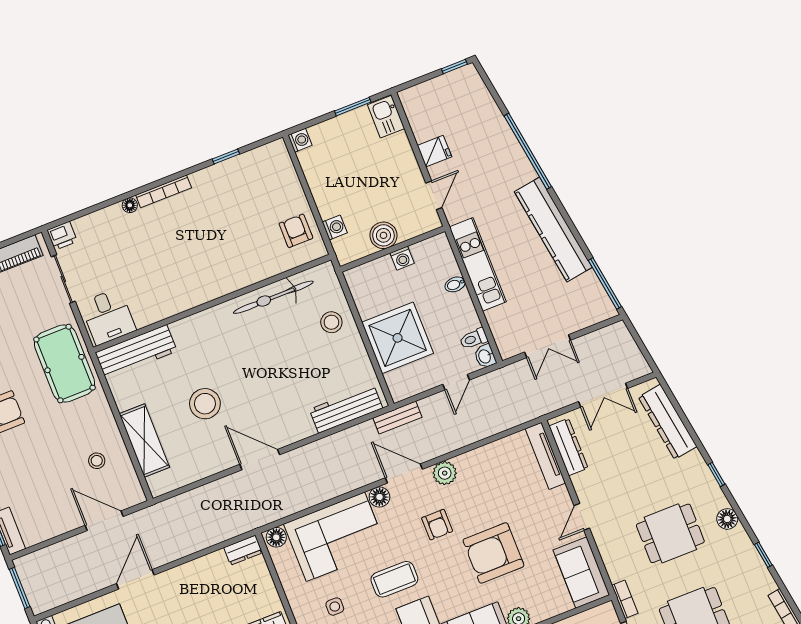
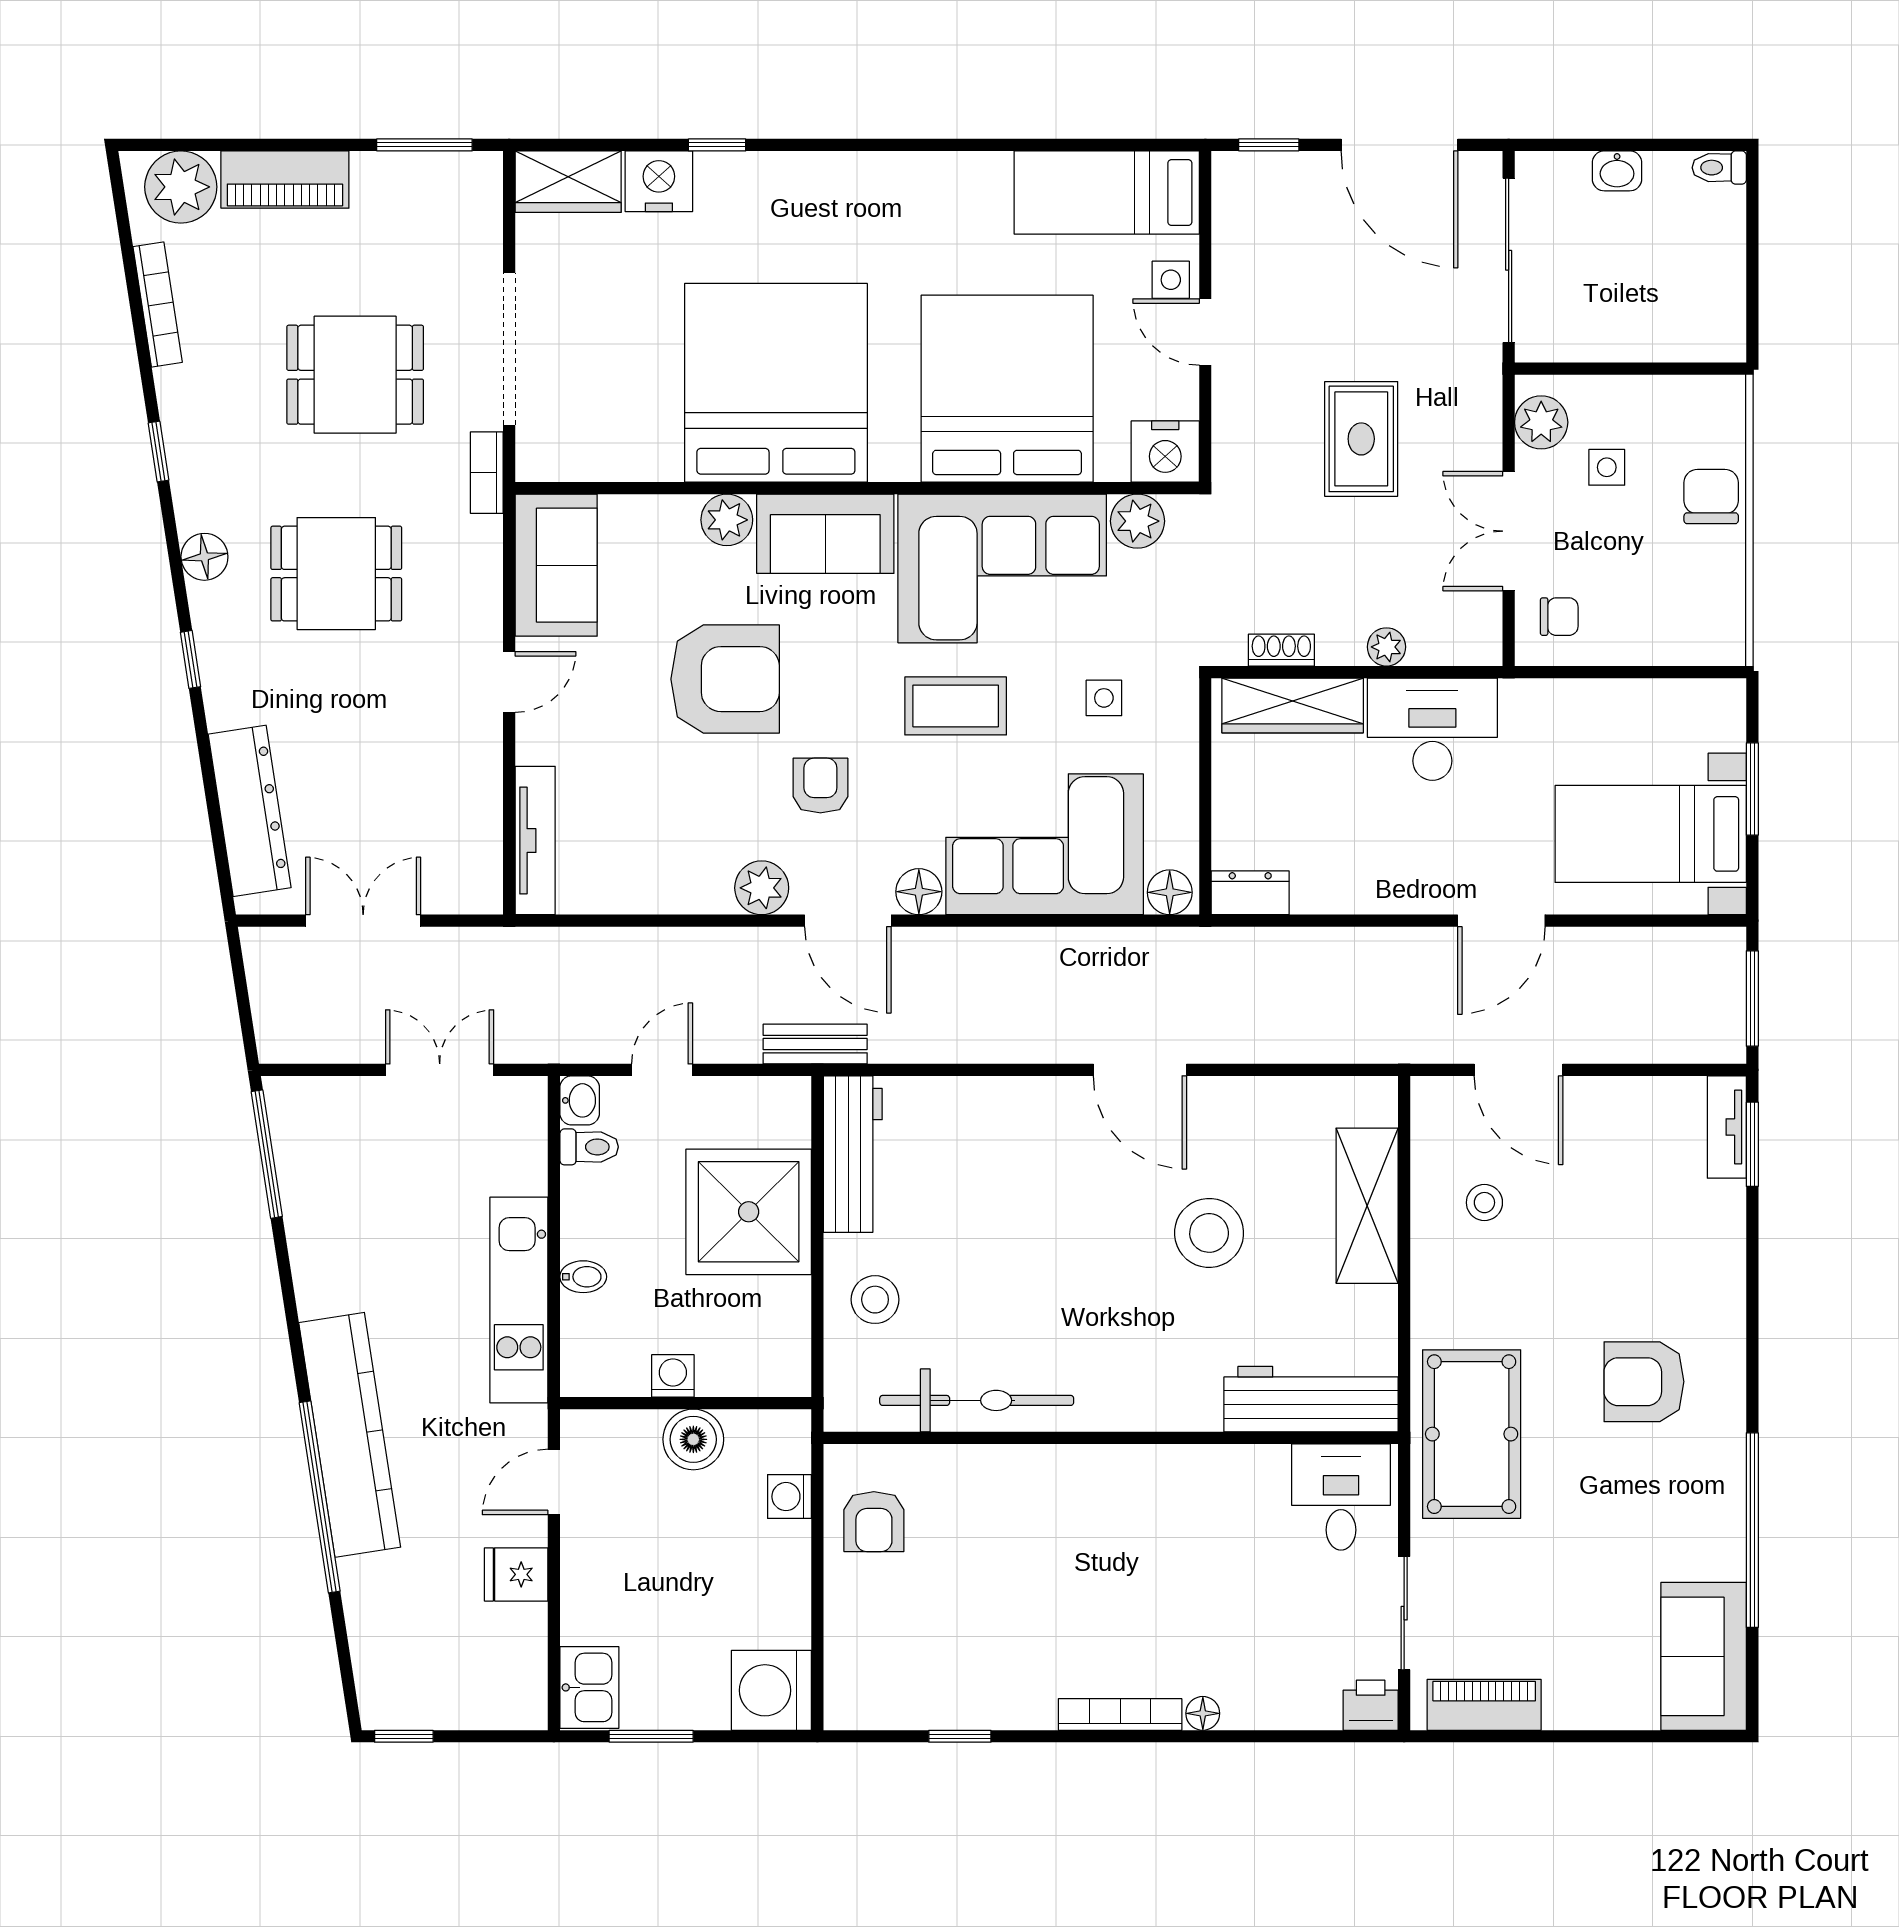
washing machine: (300, 140) -> (771, 1690), width x1.89, depth x1.89
kitchen counter: (553, 229) -> (350, 1435), moved
workbench: (346, 409) -> (853, 1154), moved, turned -90
dresser: (568, 447) -> (479, 840), removed

